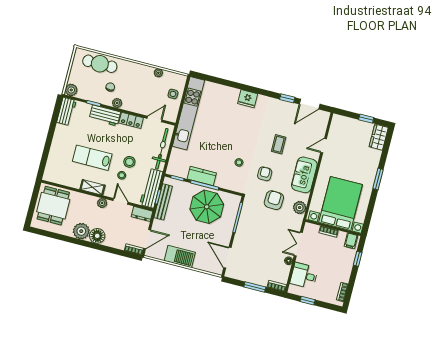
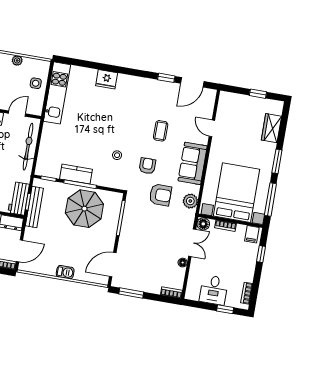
fridge: (248, 99) -> (107, 79), moved
kitchen unit: (188, 113) -> (57, 93), width x0.73
wardrobe: (379, 137) -> (271, 128), moved
door: (324, 146) -> (212, 128), hinge flipped
workbench: (151, 188) -> (19, 198), width x0.73
armchair: (274, 200) -> (160, 195), turned 87
window: (370, 212) -> (270, 200), added
floor lamp: (309, 228) -> (203, 224), added
double door: (298, 244) -> (192, 243), swing flipped
barbecue: (180, 256) -> (65, 272), width x0.53, depth x0.65
door: (227, 258) -> (113, 265), hinge flipped
desk: (304, 276) -> (214, 290), moved, turned -90
window: (255, 287) -> (131, 293), moved
window: (307, 301) -> (225, 309), moved

